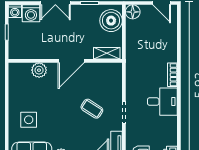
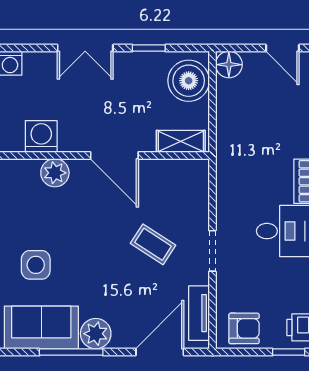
washing machine: (31, 13) -> (41, 136), moved, turned 180
door: (71, 61) -> (114, 155), hinge flipped

